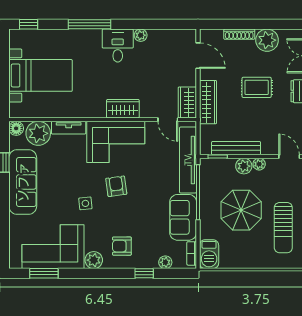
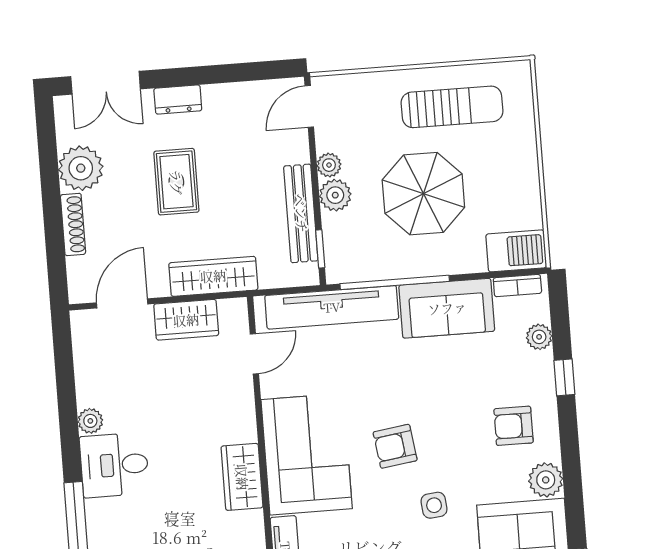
wardrobe: (187, 102) -> (186, 320), moved
wardrobe: (123, 109) -> (242, 477), moved
armchair: (122, 246) -> (514, 426), turned 90

